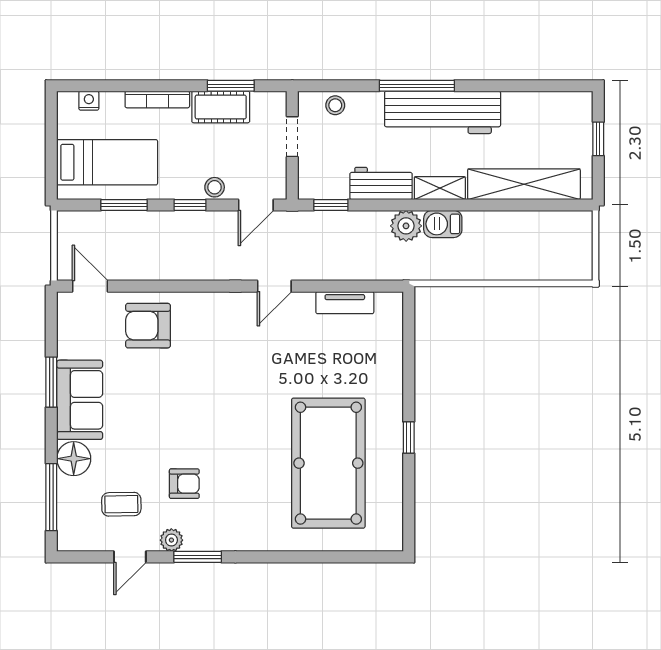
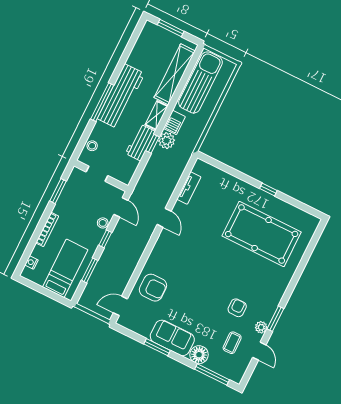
cot: (221, 107) -> (66, 201), removed
window: (598, 139) -> (171, 28), width x1.50
window: (331, 205) -> (152, 144), moved
sun lounger: (532, 234) -> (200, 82), added
armchair: (148, 326) -> (153, 288), turned -90

